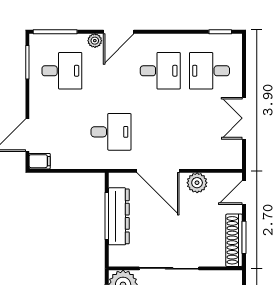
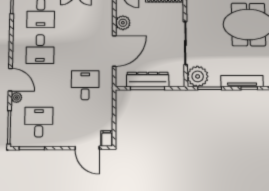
desk: (160, 71) -> (40, 49), turned 180

